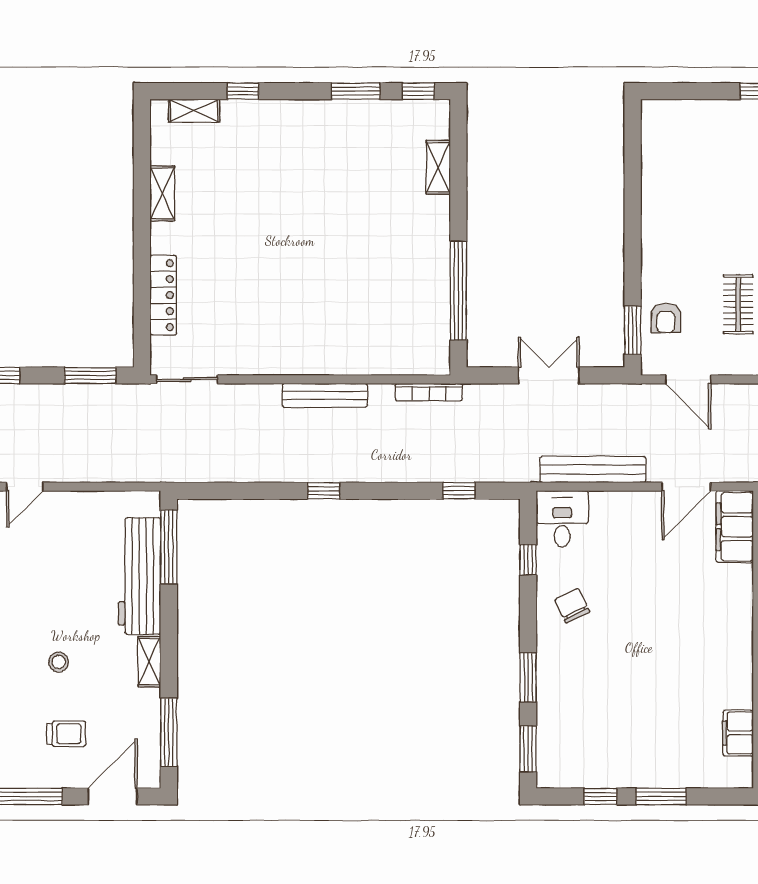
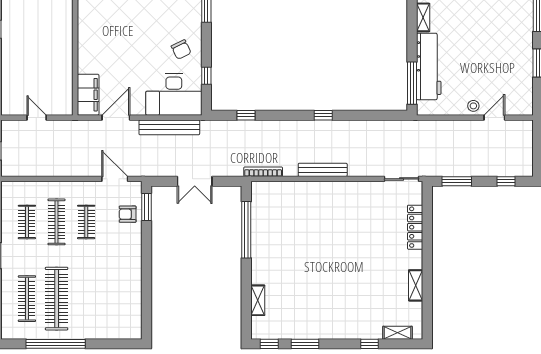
armchair: (666, 318) -> (128, 214), turned -90
desk: (562, 519) -> (174, 94), width x1.87, depth x1.30
stool: (59, 662) -> (473, 106), moved

